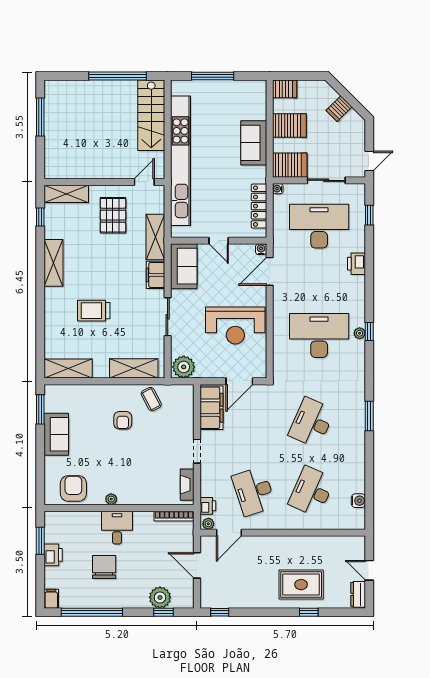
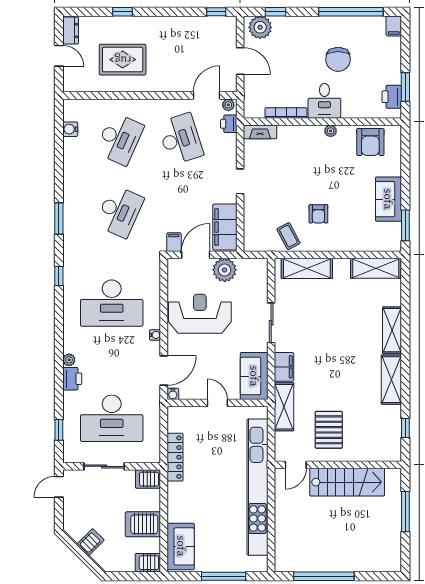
stairs: (151, 115) -> (347, 482), moved, turned 90
window: (40, 117) -> (405, 512), moved
sofa: (254, 143) -> (181, 546), moved
server rack: (290, 165) -> (148, 479), width x0.73, depth x0.70
water cooler: (278, 189) -> (155, 335), moved
shelving: (66, 194) -> (392, 330), moved, turned 90
locker: (259, 206) -> (175, 457), moved
trolley: (94, 311) -> (349, 329), removed
window: (369, 331) -> (59, 276), moved
plant: (360, 333) -> (69, 360), moved
plant: (184, 367) -> (225, 270), moved
filing cabinet: (260, 393) -> (174, 242), added
armchair: (123, 420) -> (318, 214), turned 180
fireplace: (187, 485) -> (260, 132), moved, turned 90
bookcase: (174, 516) -> (286, 113), moved
printer: (53, 555) -> (392, 97), moved
rug: (301, 585) -> (123, 60), moved
plant: (160, 597) -> (260, 27), moved

